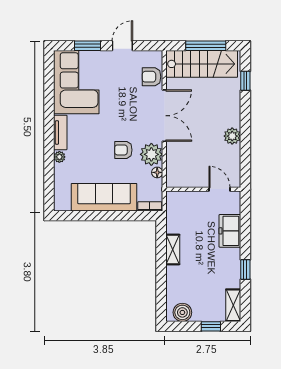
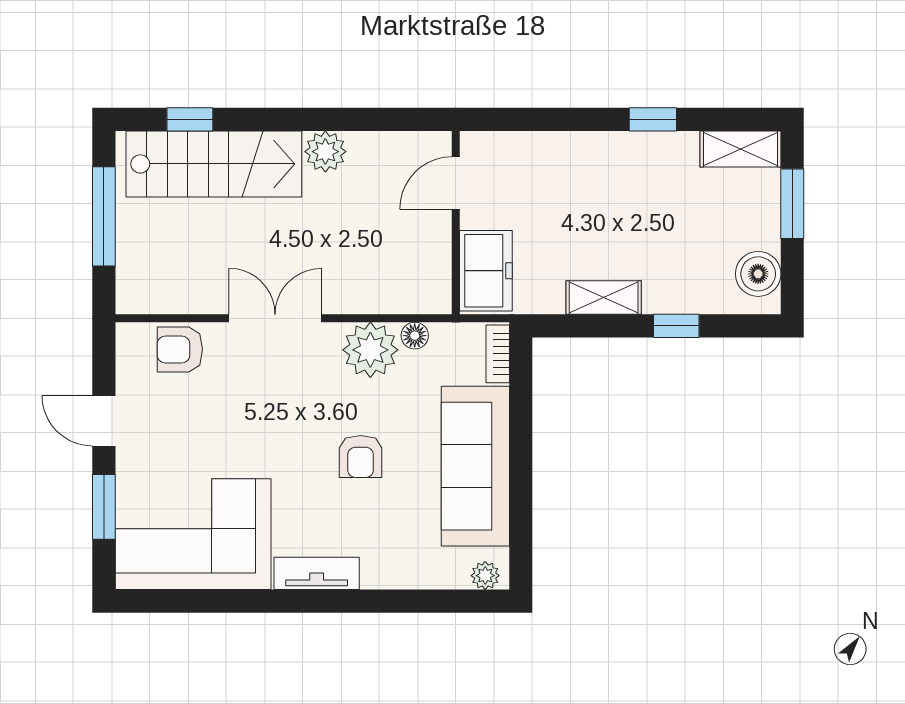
stairs: (202, 64) -> (214, 164), moved, turned 90
armchair: (152, 77) -> (180, 349), turned 90
double door: (164, 116) -> (275, 318), width x0.73
armchair: (123, 150) -> (361, 456), moved
plant: (59, 157) -> (485, 576), moved
freezer: (230, 231) -> (486, 271), moved, turned -90
window: (161, 279) -> (676, 326), added
window: (211, 326) -> (792, 204), width x1.50

